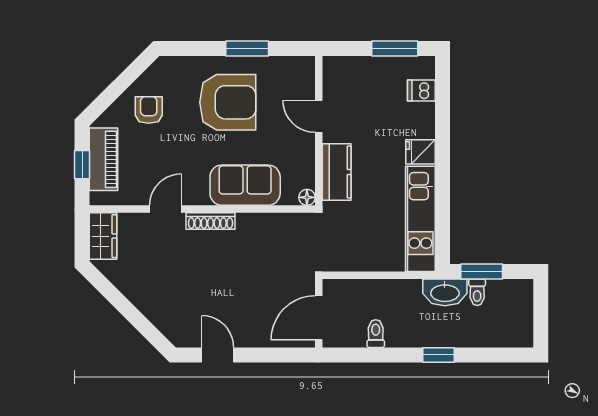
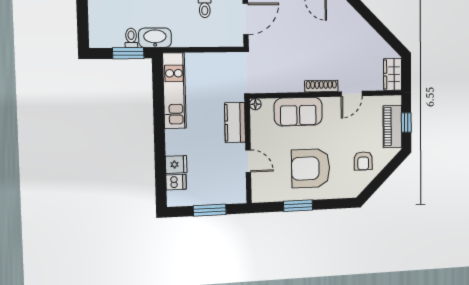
window: (395, 48) -> (210, 210), moved
fridge: (421, 152) -> (176, 164), moved

